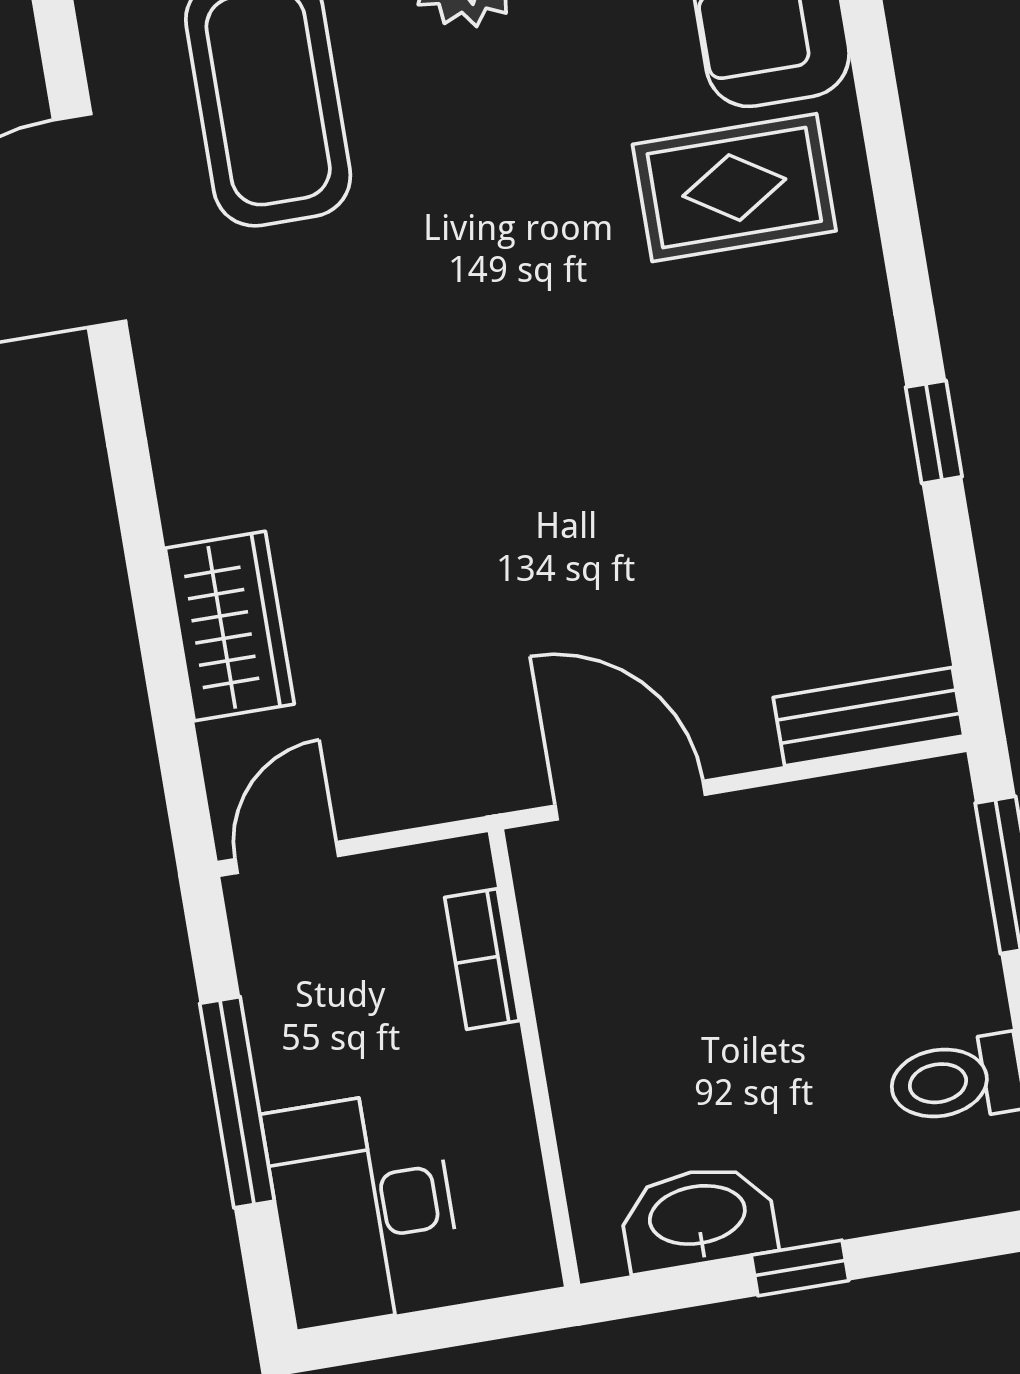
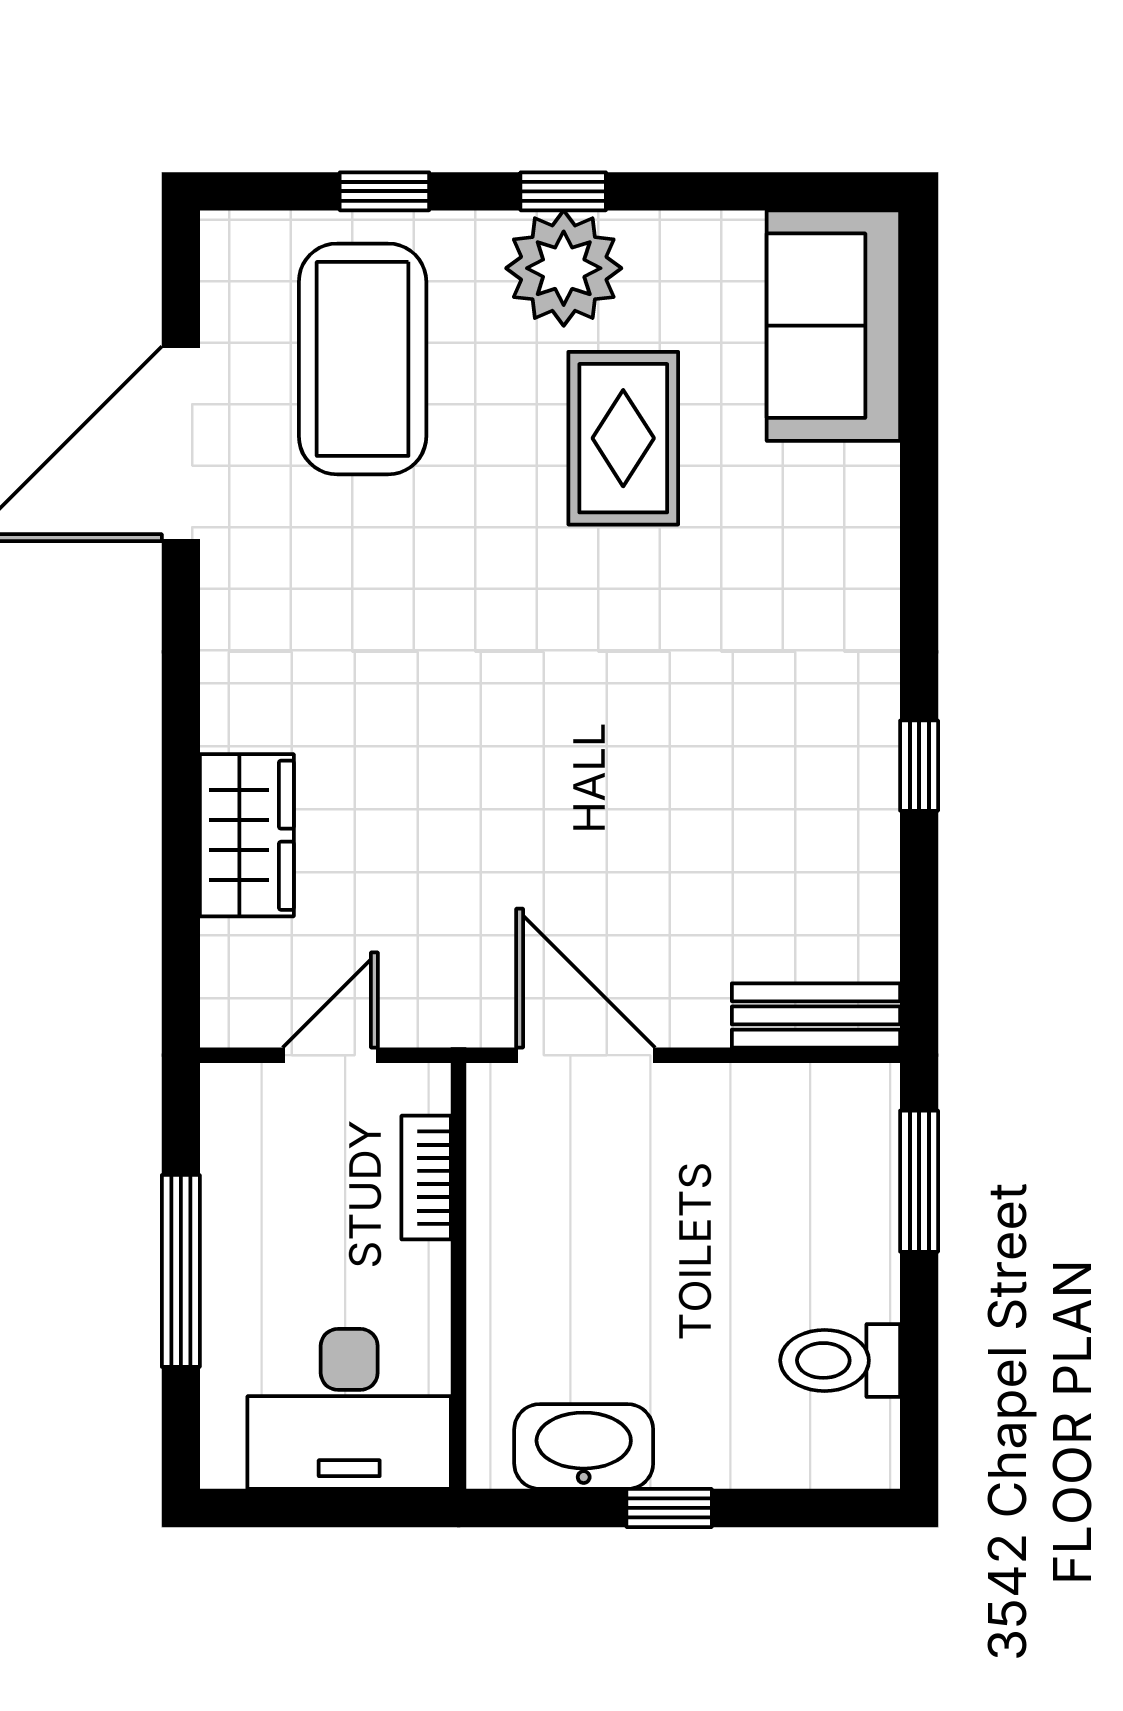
rug: (734, 188) -> (623, 438), moved, turned 90
door: (287, 858) -> (330, 1055), moved
desk: (363, 1209) -> (349, 1409), moved, turned -90

